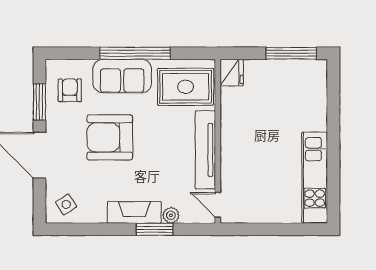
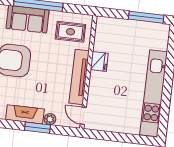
fridge: (232, 73) -> (99, 61), moved
rug: (186, 87) -> (70, 32), width x0.73, depth x0.70
kitchen unit: (315, 177) -> (154, 93), width x1.36

